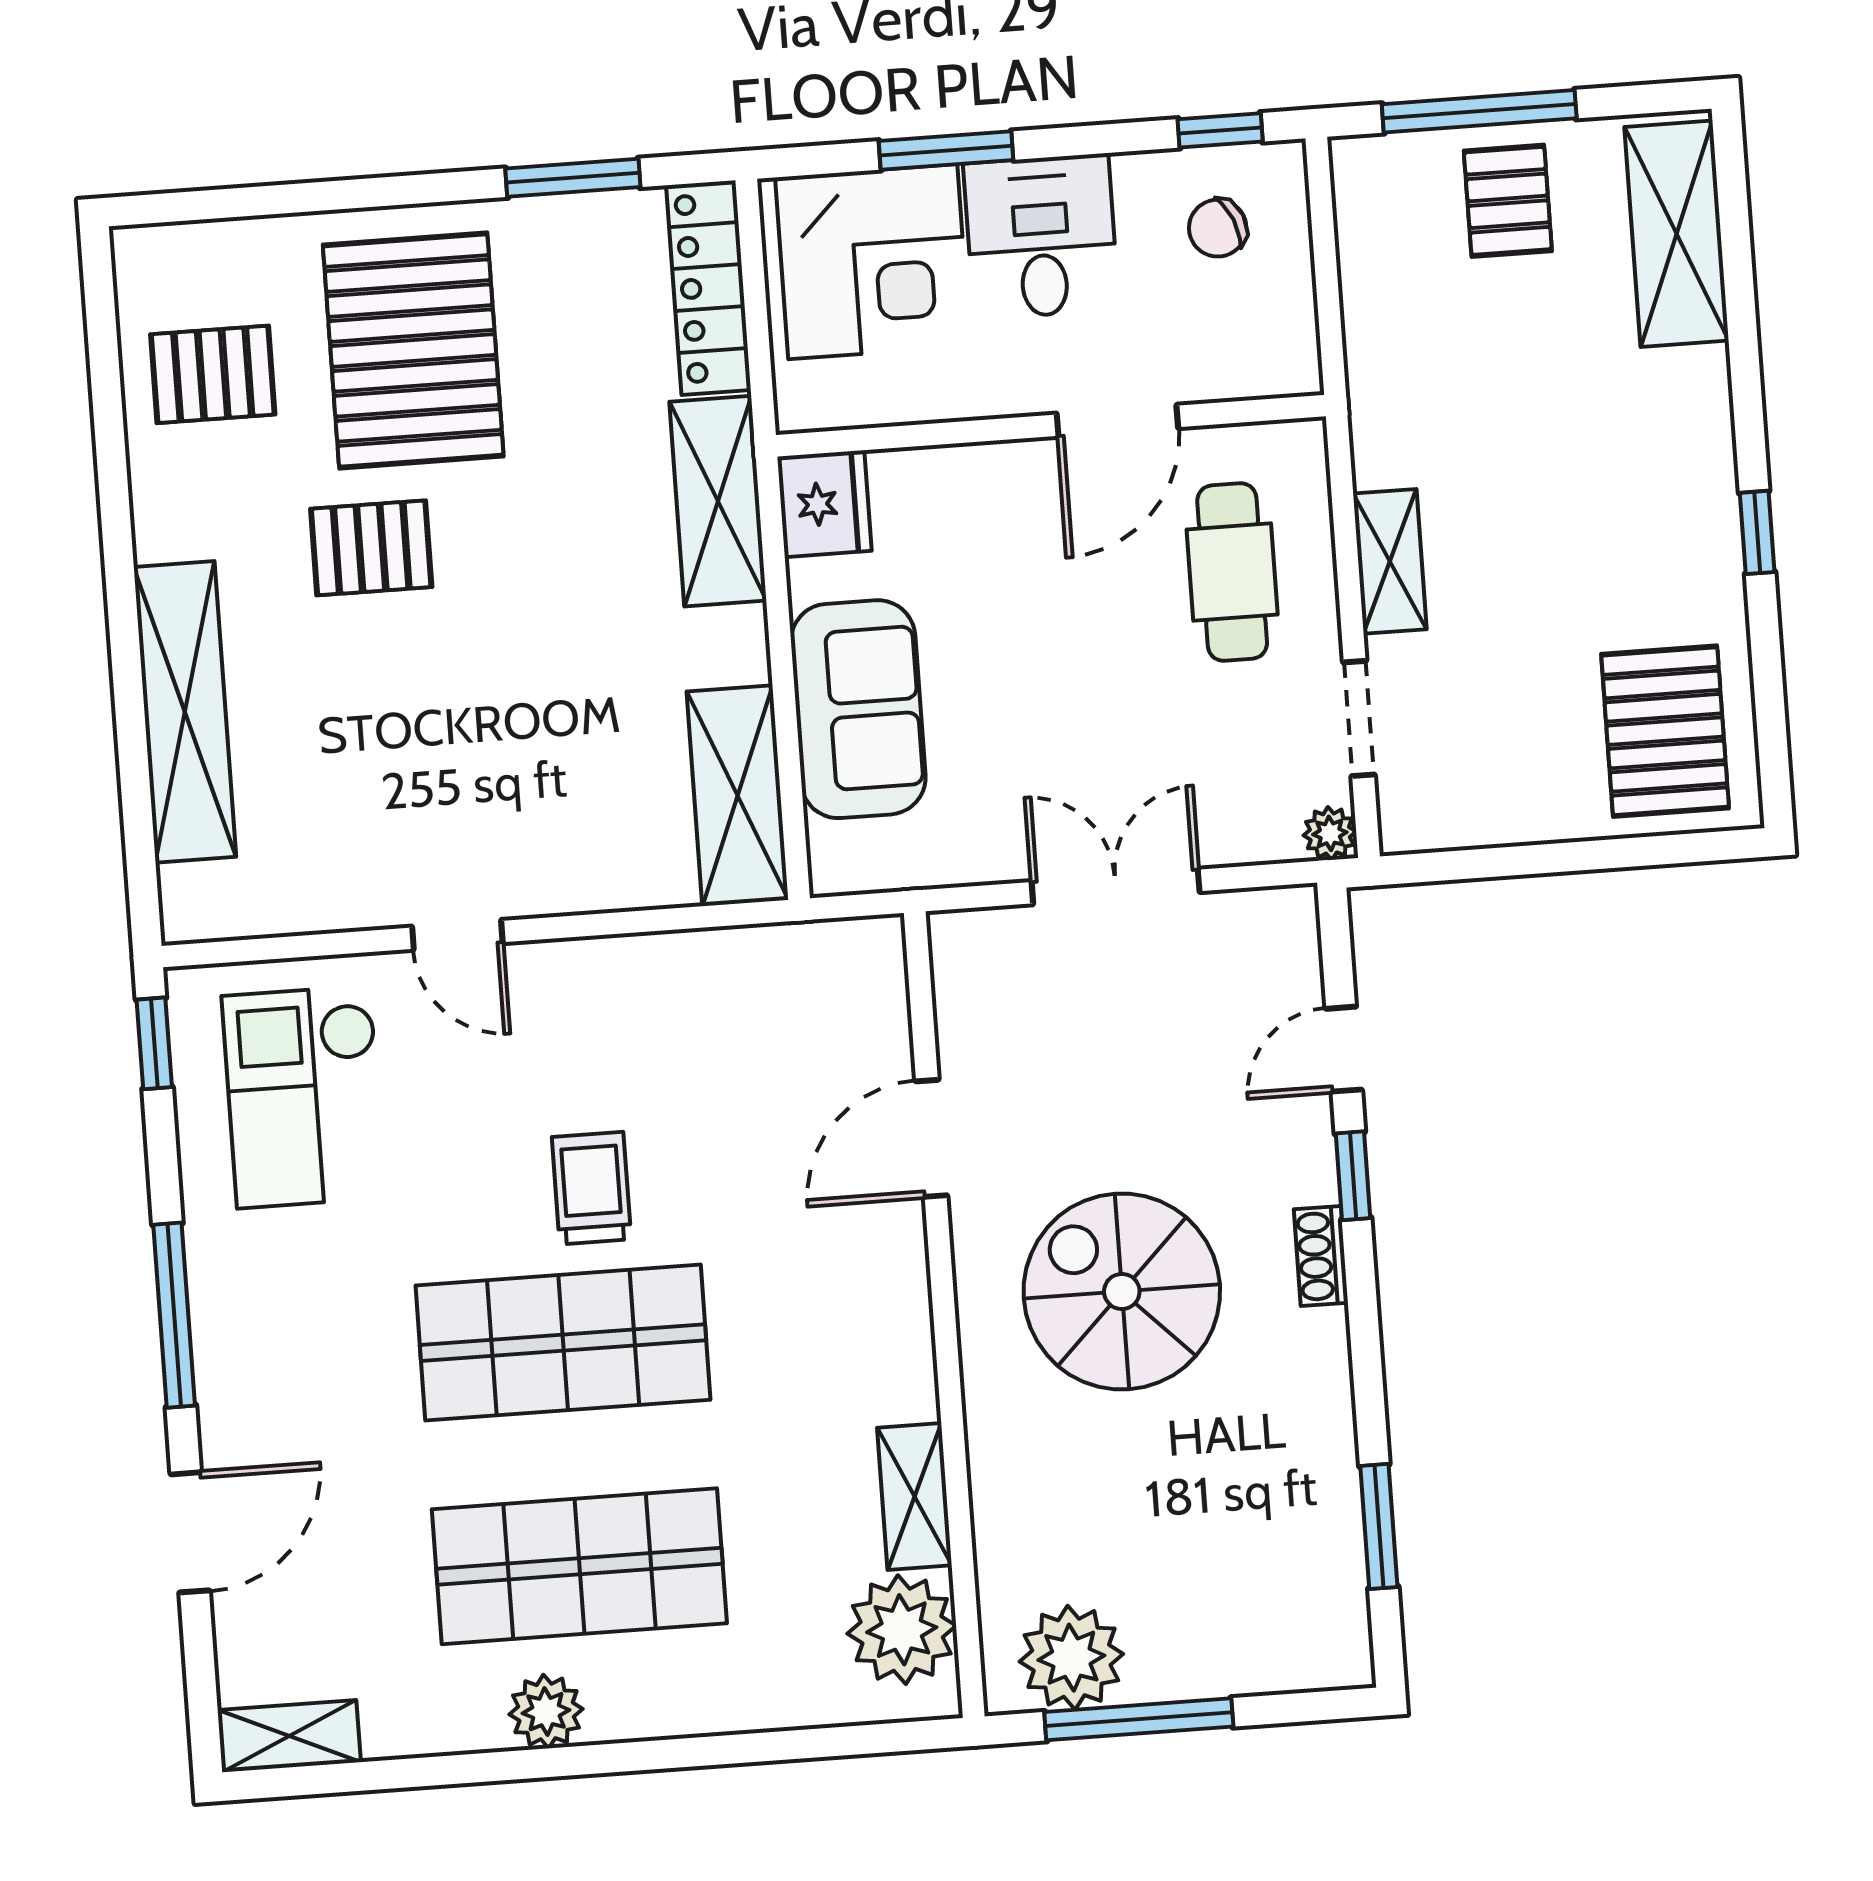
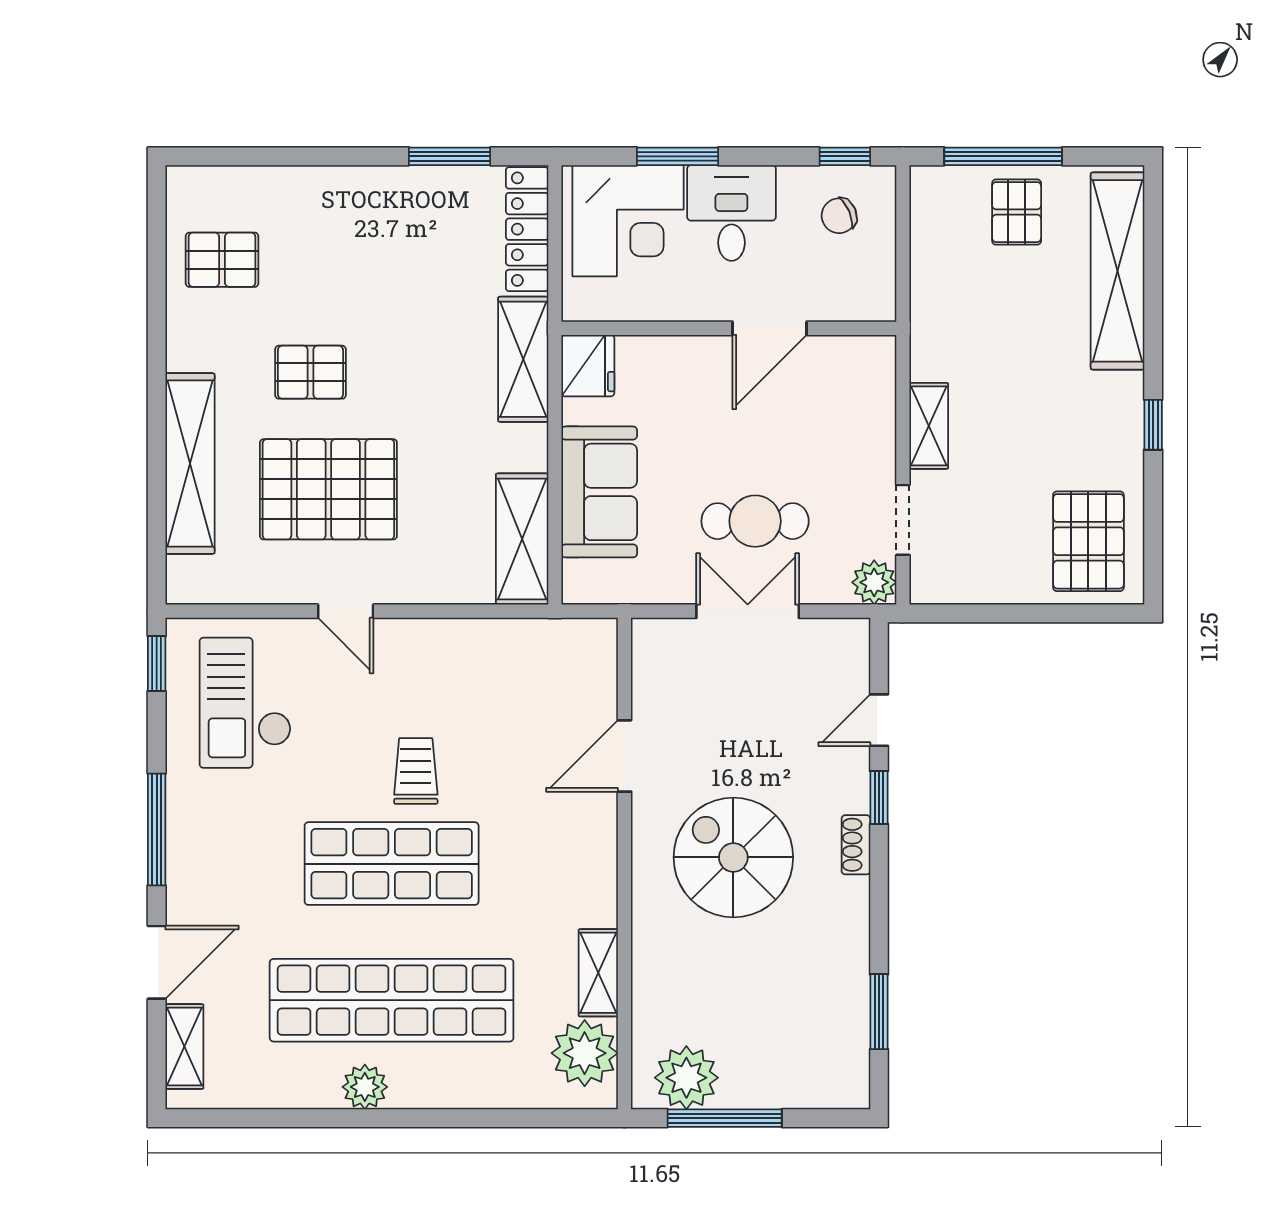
shelving: (1677, 234) -> (1118, 271), width x1.47
pallet: (413, 351) -> (328, 489), moved, turned 90
cafe table: (1232, 572) -> (755, 521), moved, turned 90
plant: (1330, 833) -> (874, 582), width x1.38, depth x1.38
shop shelf: (579, 1566) -> (392, 1000), width x1.40
shelving: (289, 1736) -> (184, 1047), moved, turned 90

